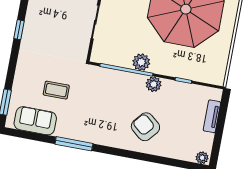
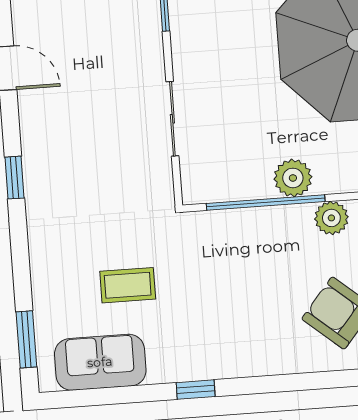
window: (74, 144) -> (196, 390), width x0.46

